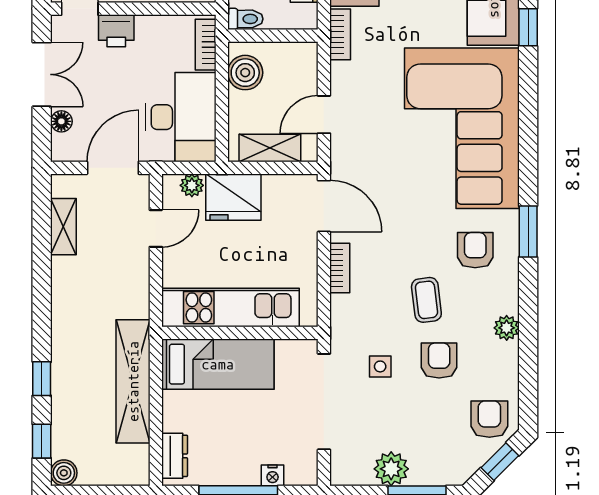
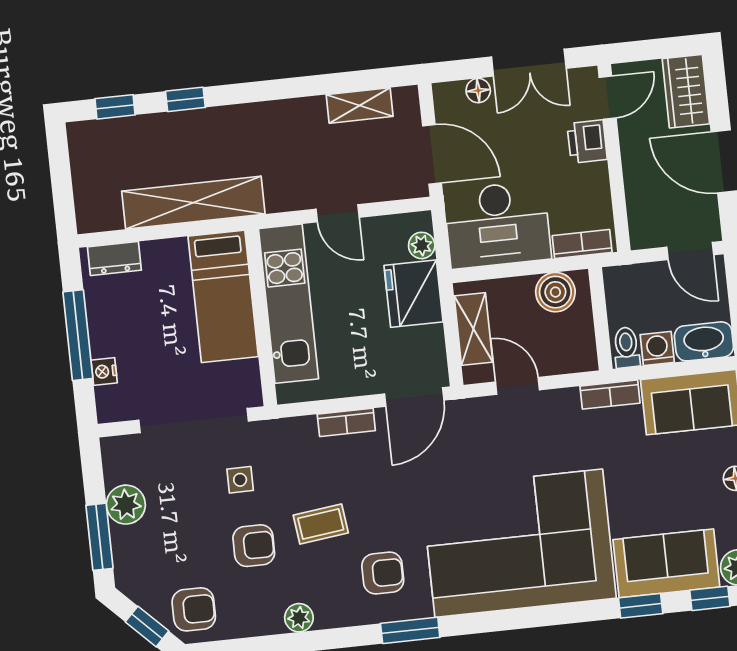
toilet: (245, 19) -> (626, 347), moved, turned 180
door: (156, 228) -> (338, 213), moved
boiler: (64, 473) -> (82, 136), removed

